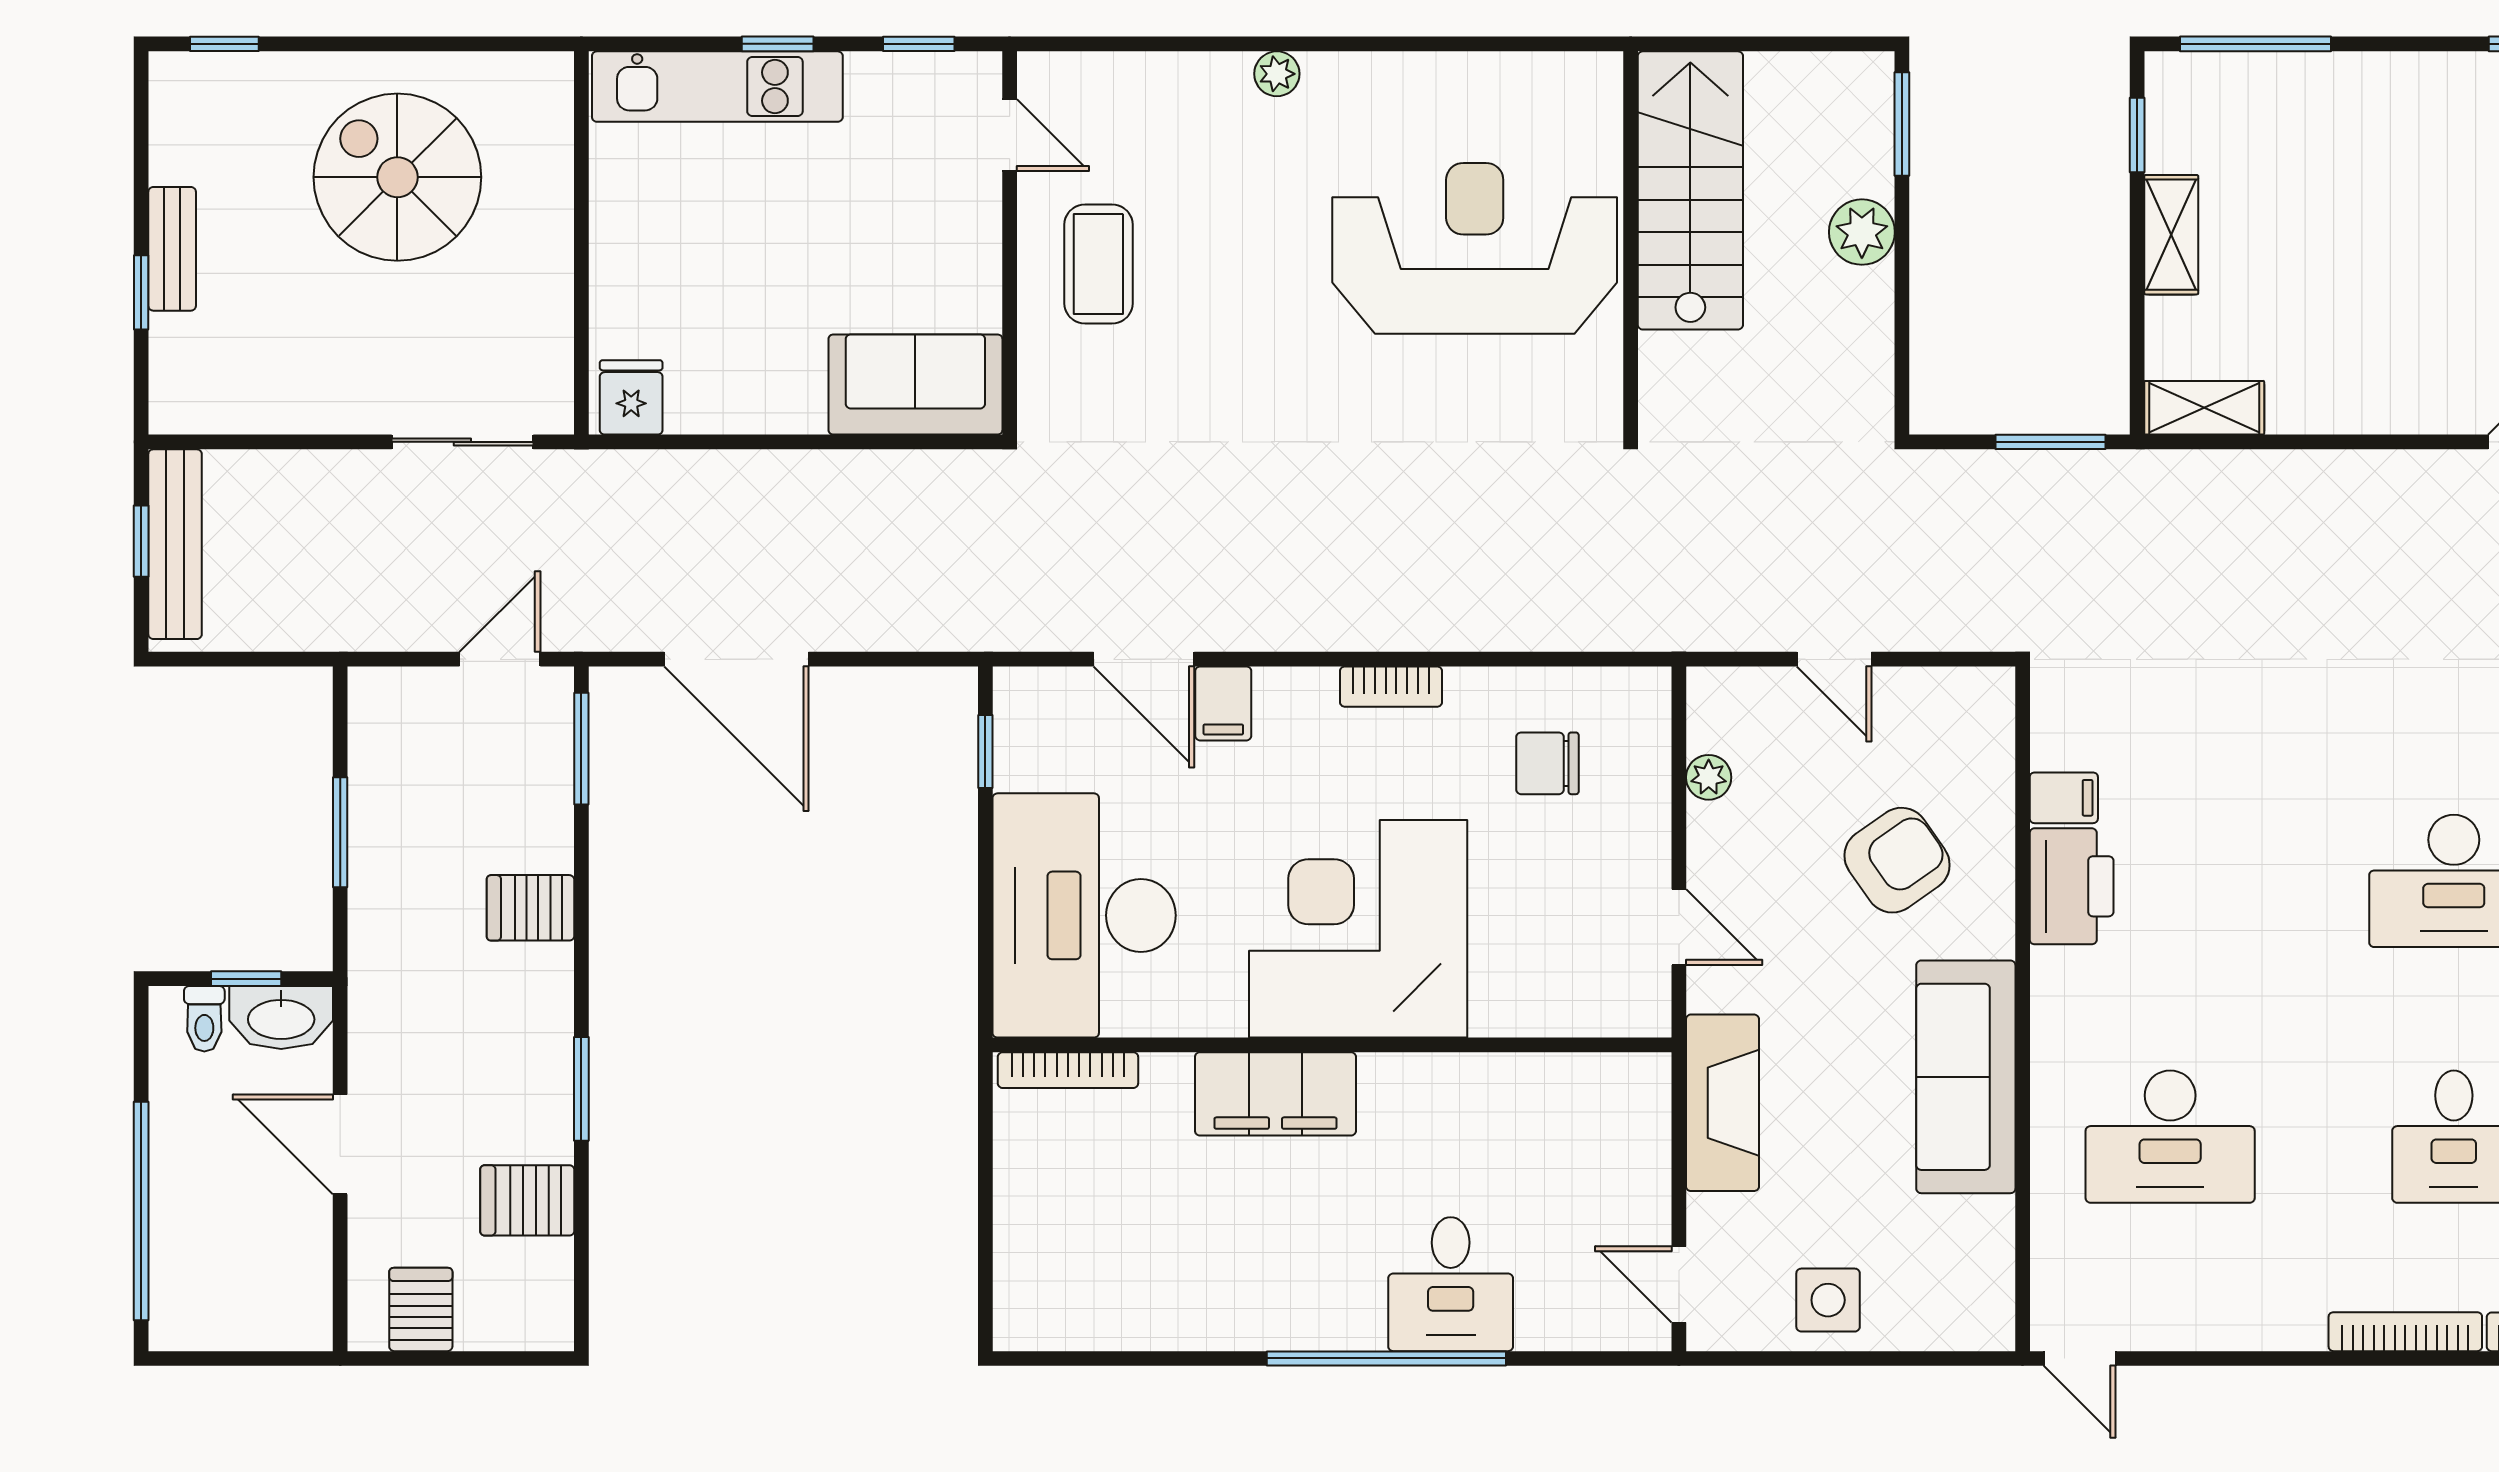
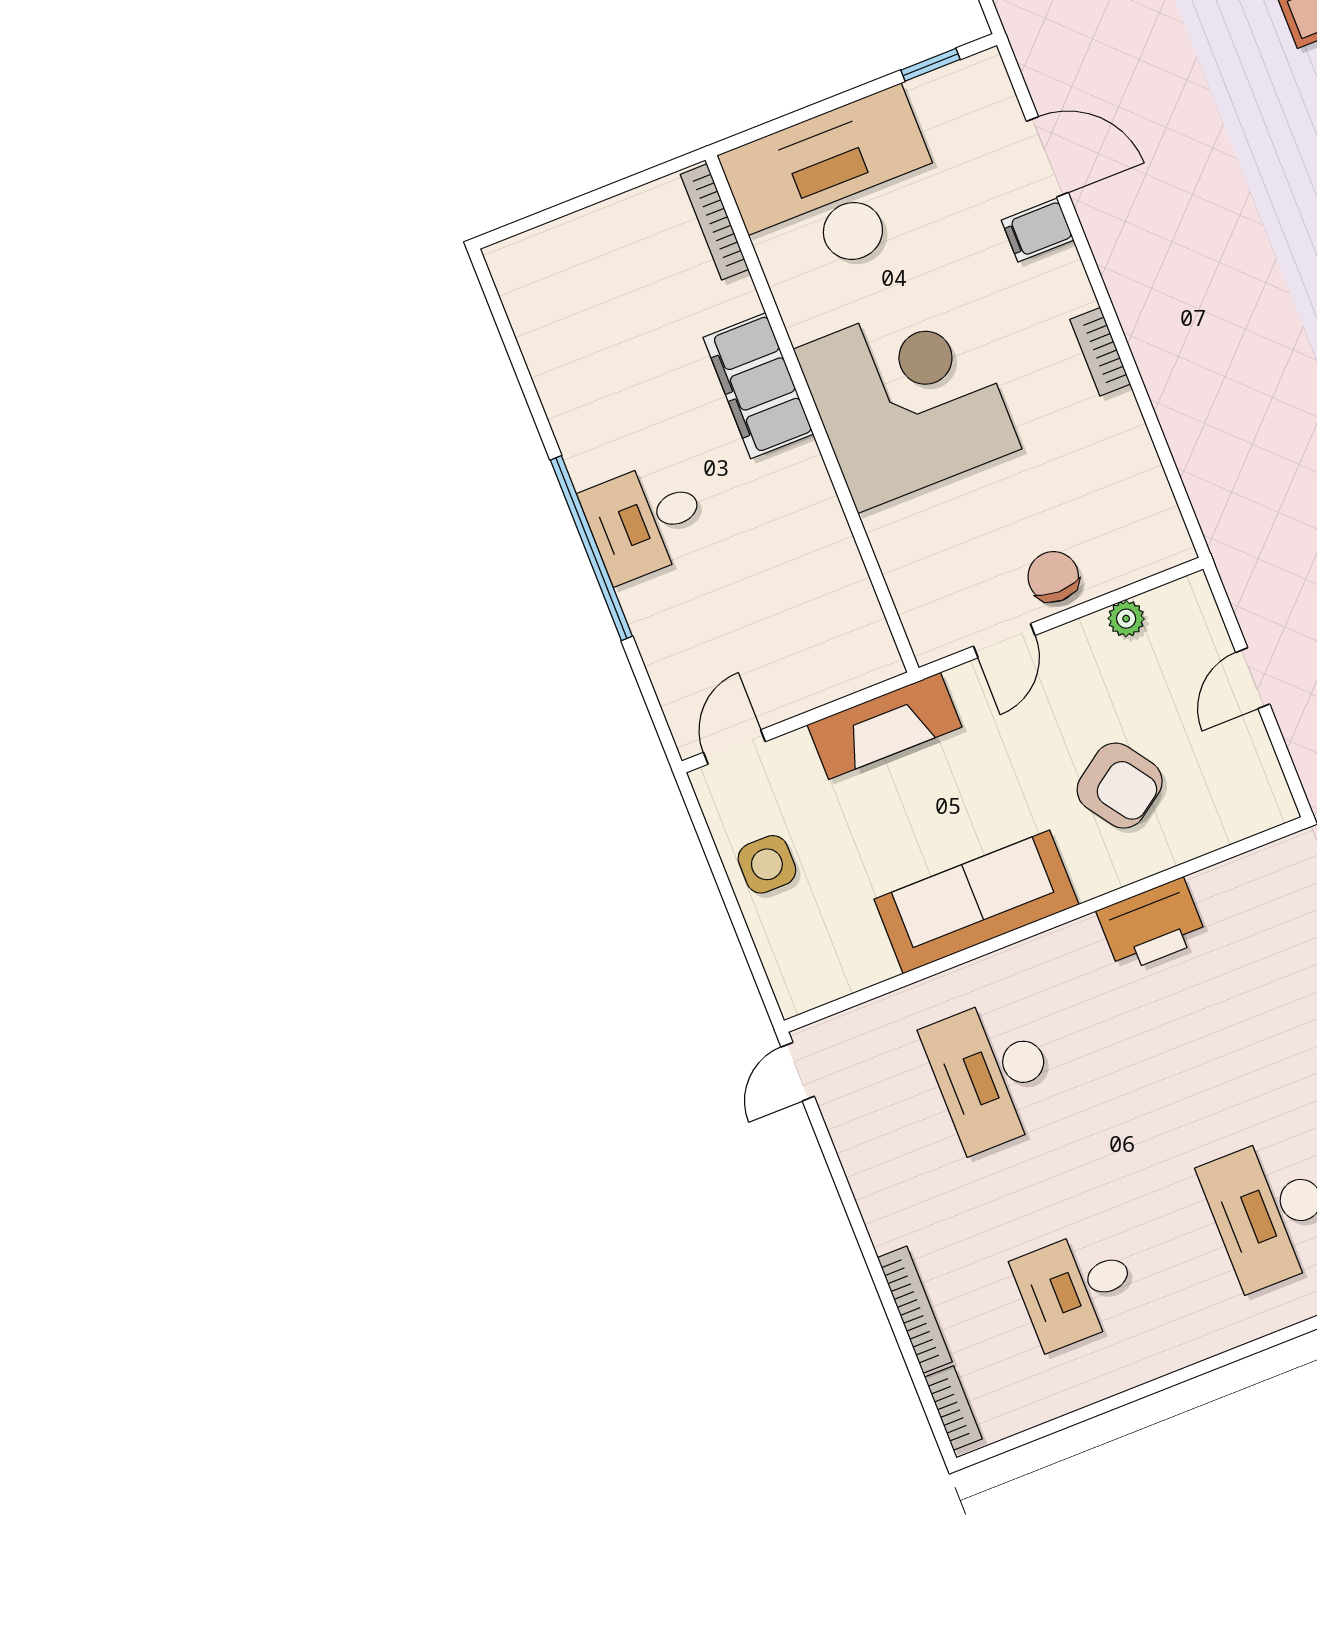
door: (1144, 659) -> (1047, 157), swing flipped
chair: (1547, 763) -> (1053, 577), moved
filing cabinet: (2064, 798) -> (1216, 893), removed
desk: (1451, 1284) -> (645, 521), moved

